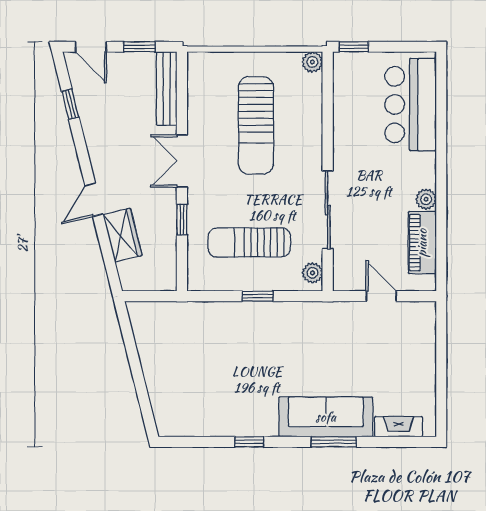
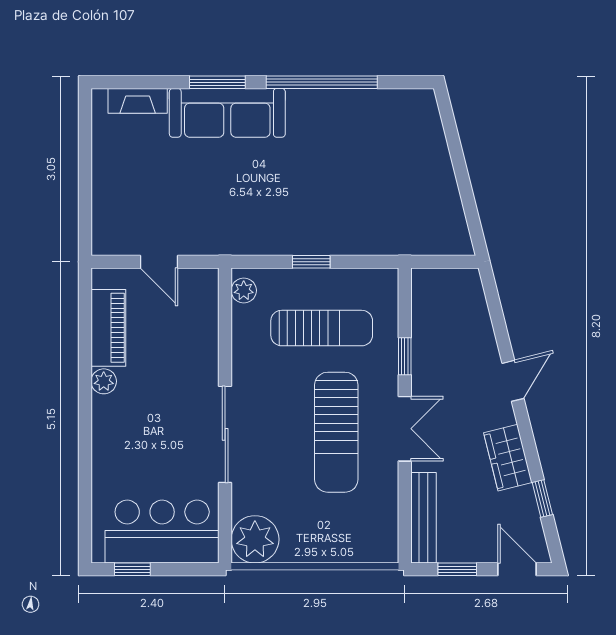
window: (354, 47) -> (132, 569), moved
plant: (312, 62) -> (255, 539), width x1.88, depth x1.88
bar counter: (411, 105) -> (162, 532), moved, turned -90
sun lounger: (256, 125) -> (336, 432), moved, turned 180
sliding door: (328, 210) -> (225, 434), moved
wardrobe: (123, 235) -> (508, 458), moved
window: (249, 442) -> (322, 82), width x3.17

